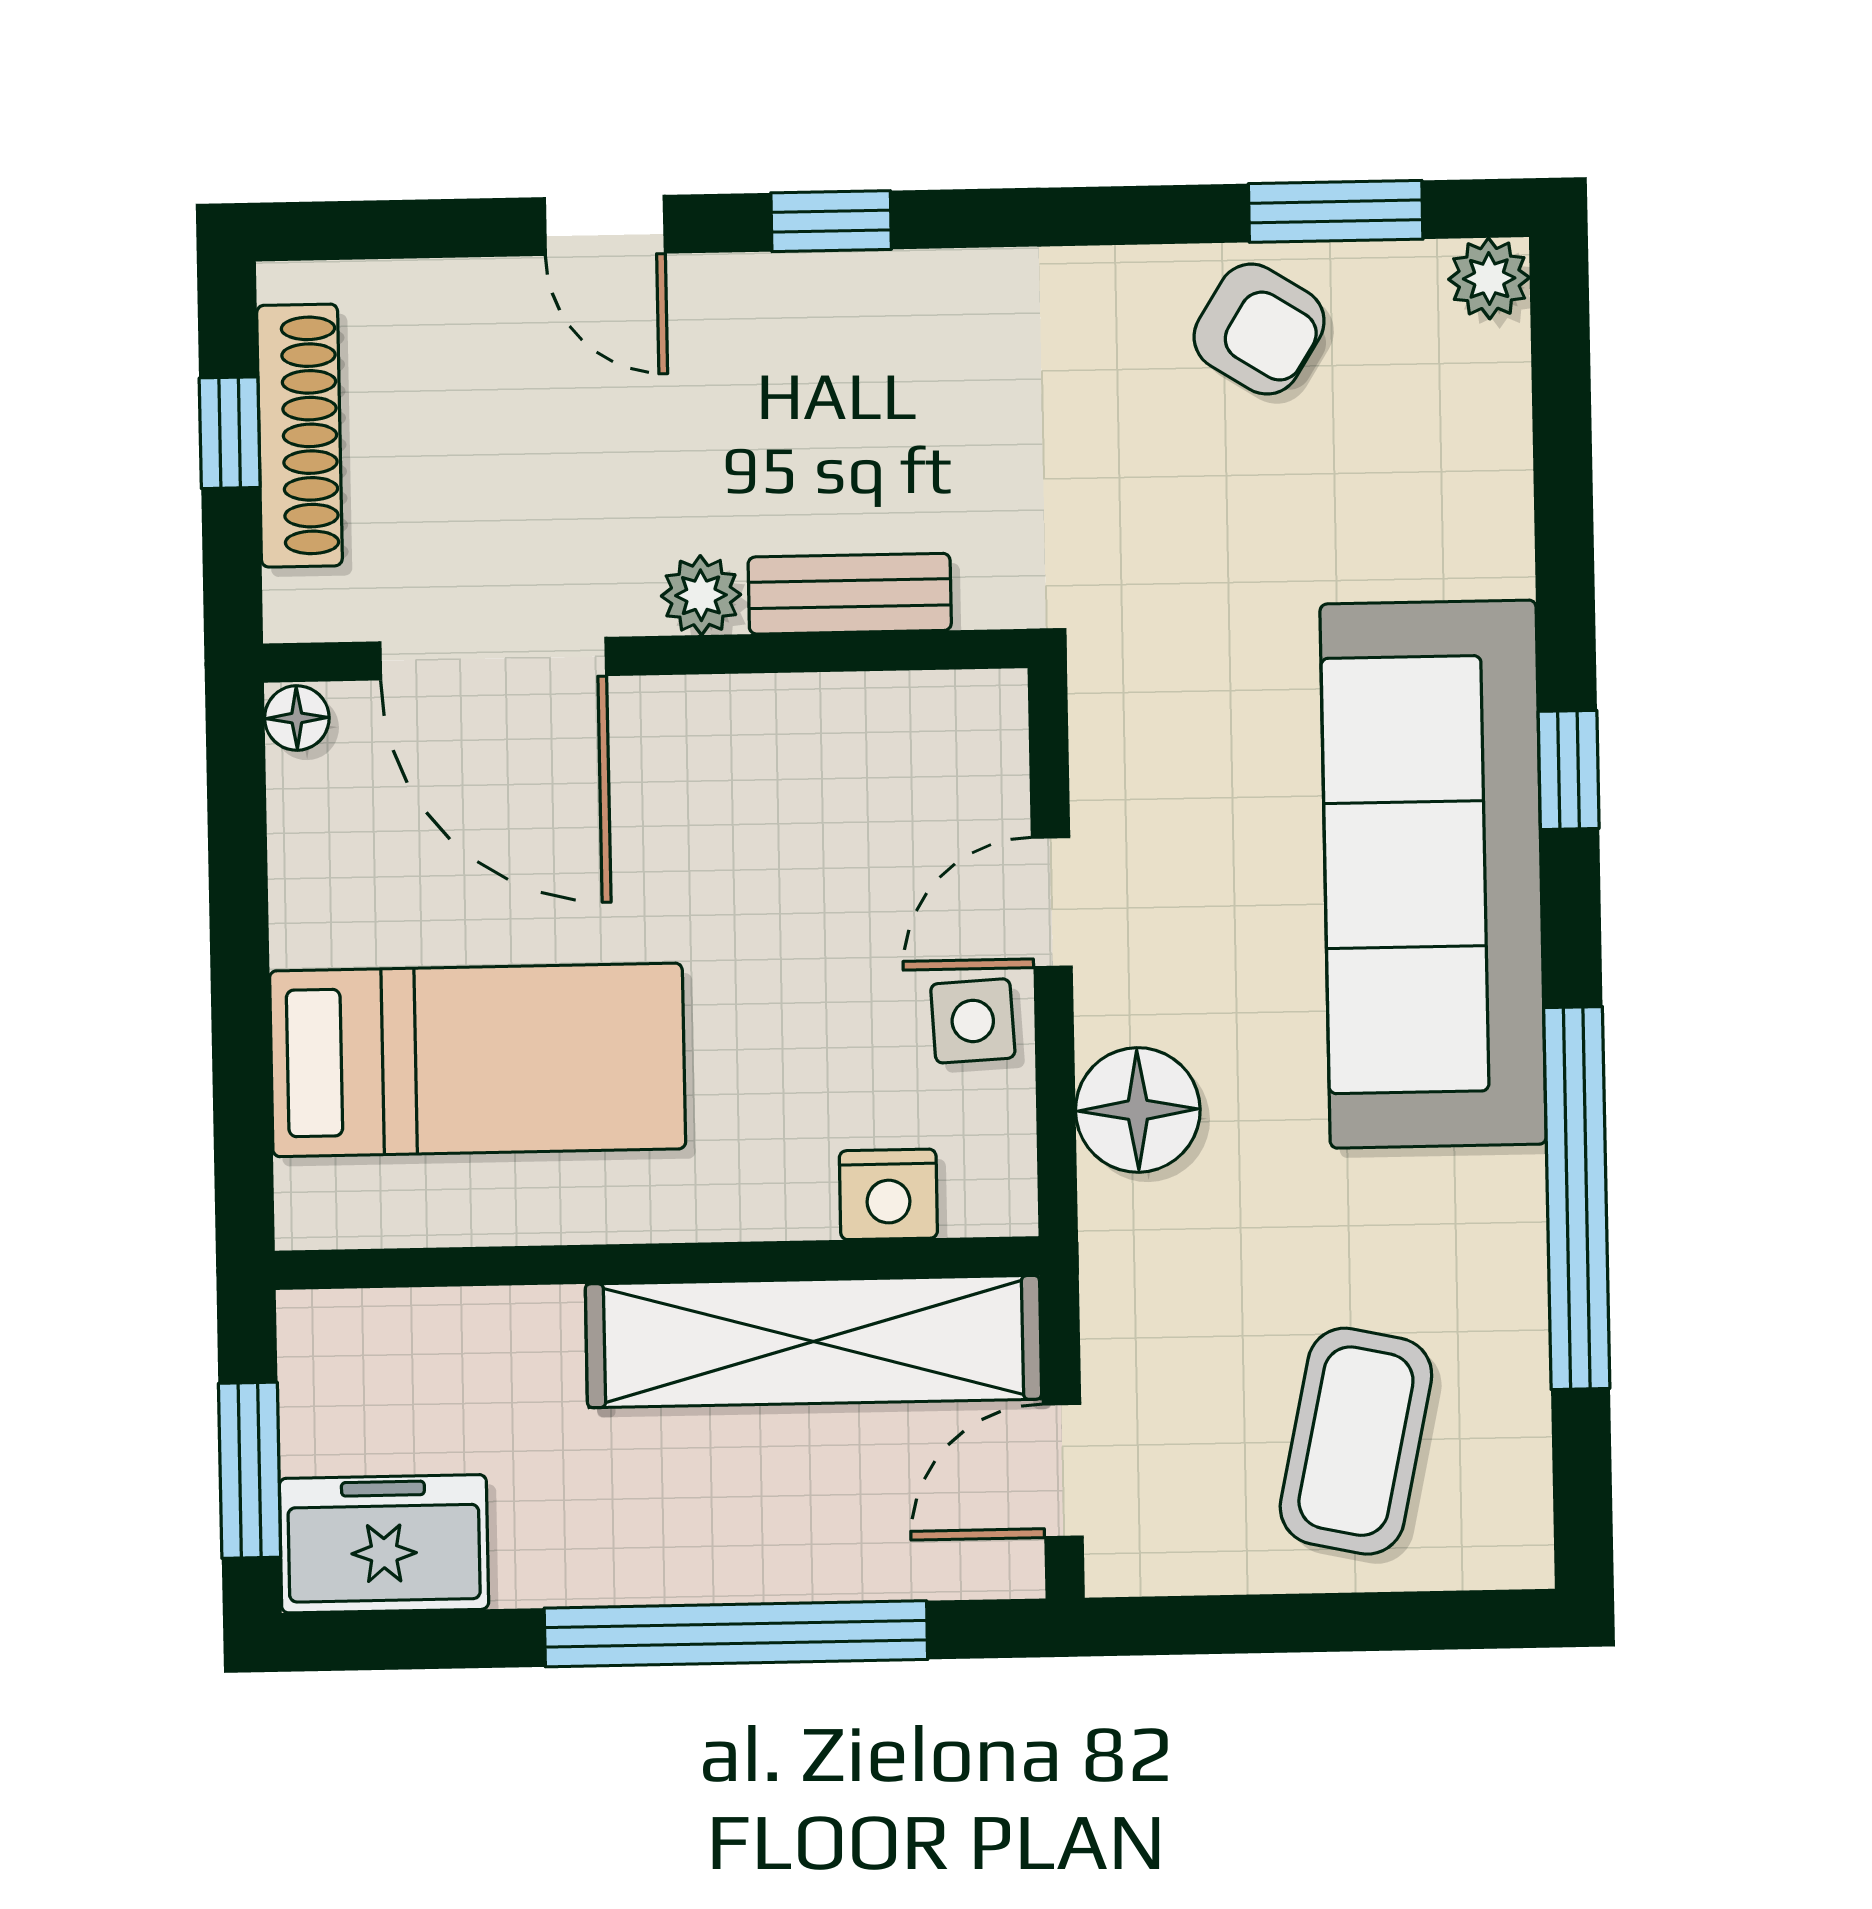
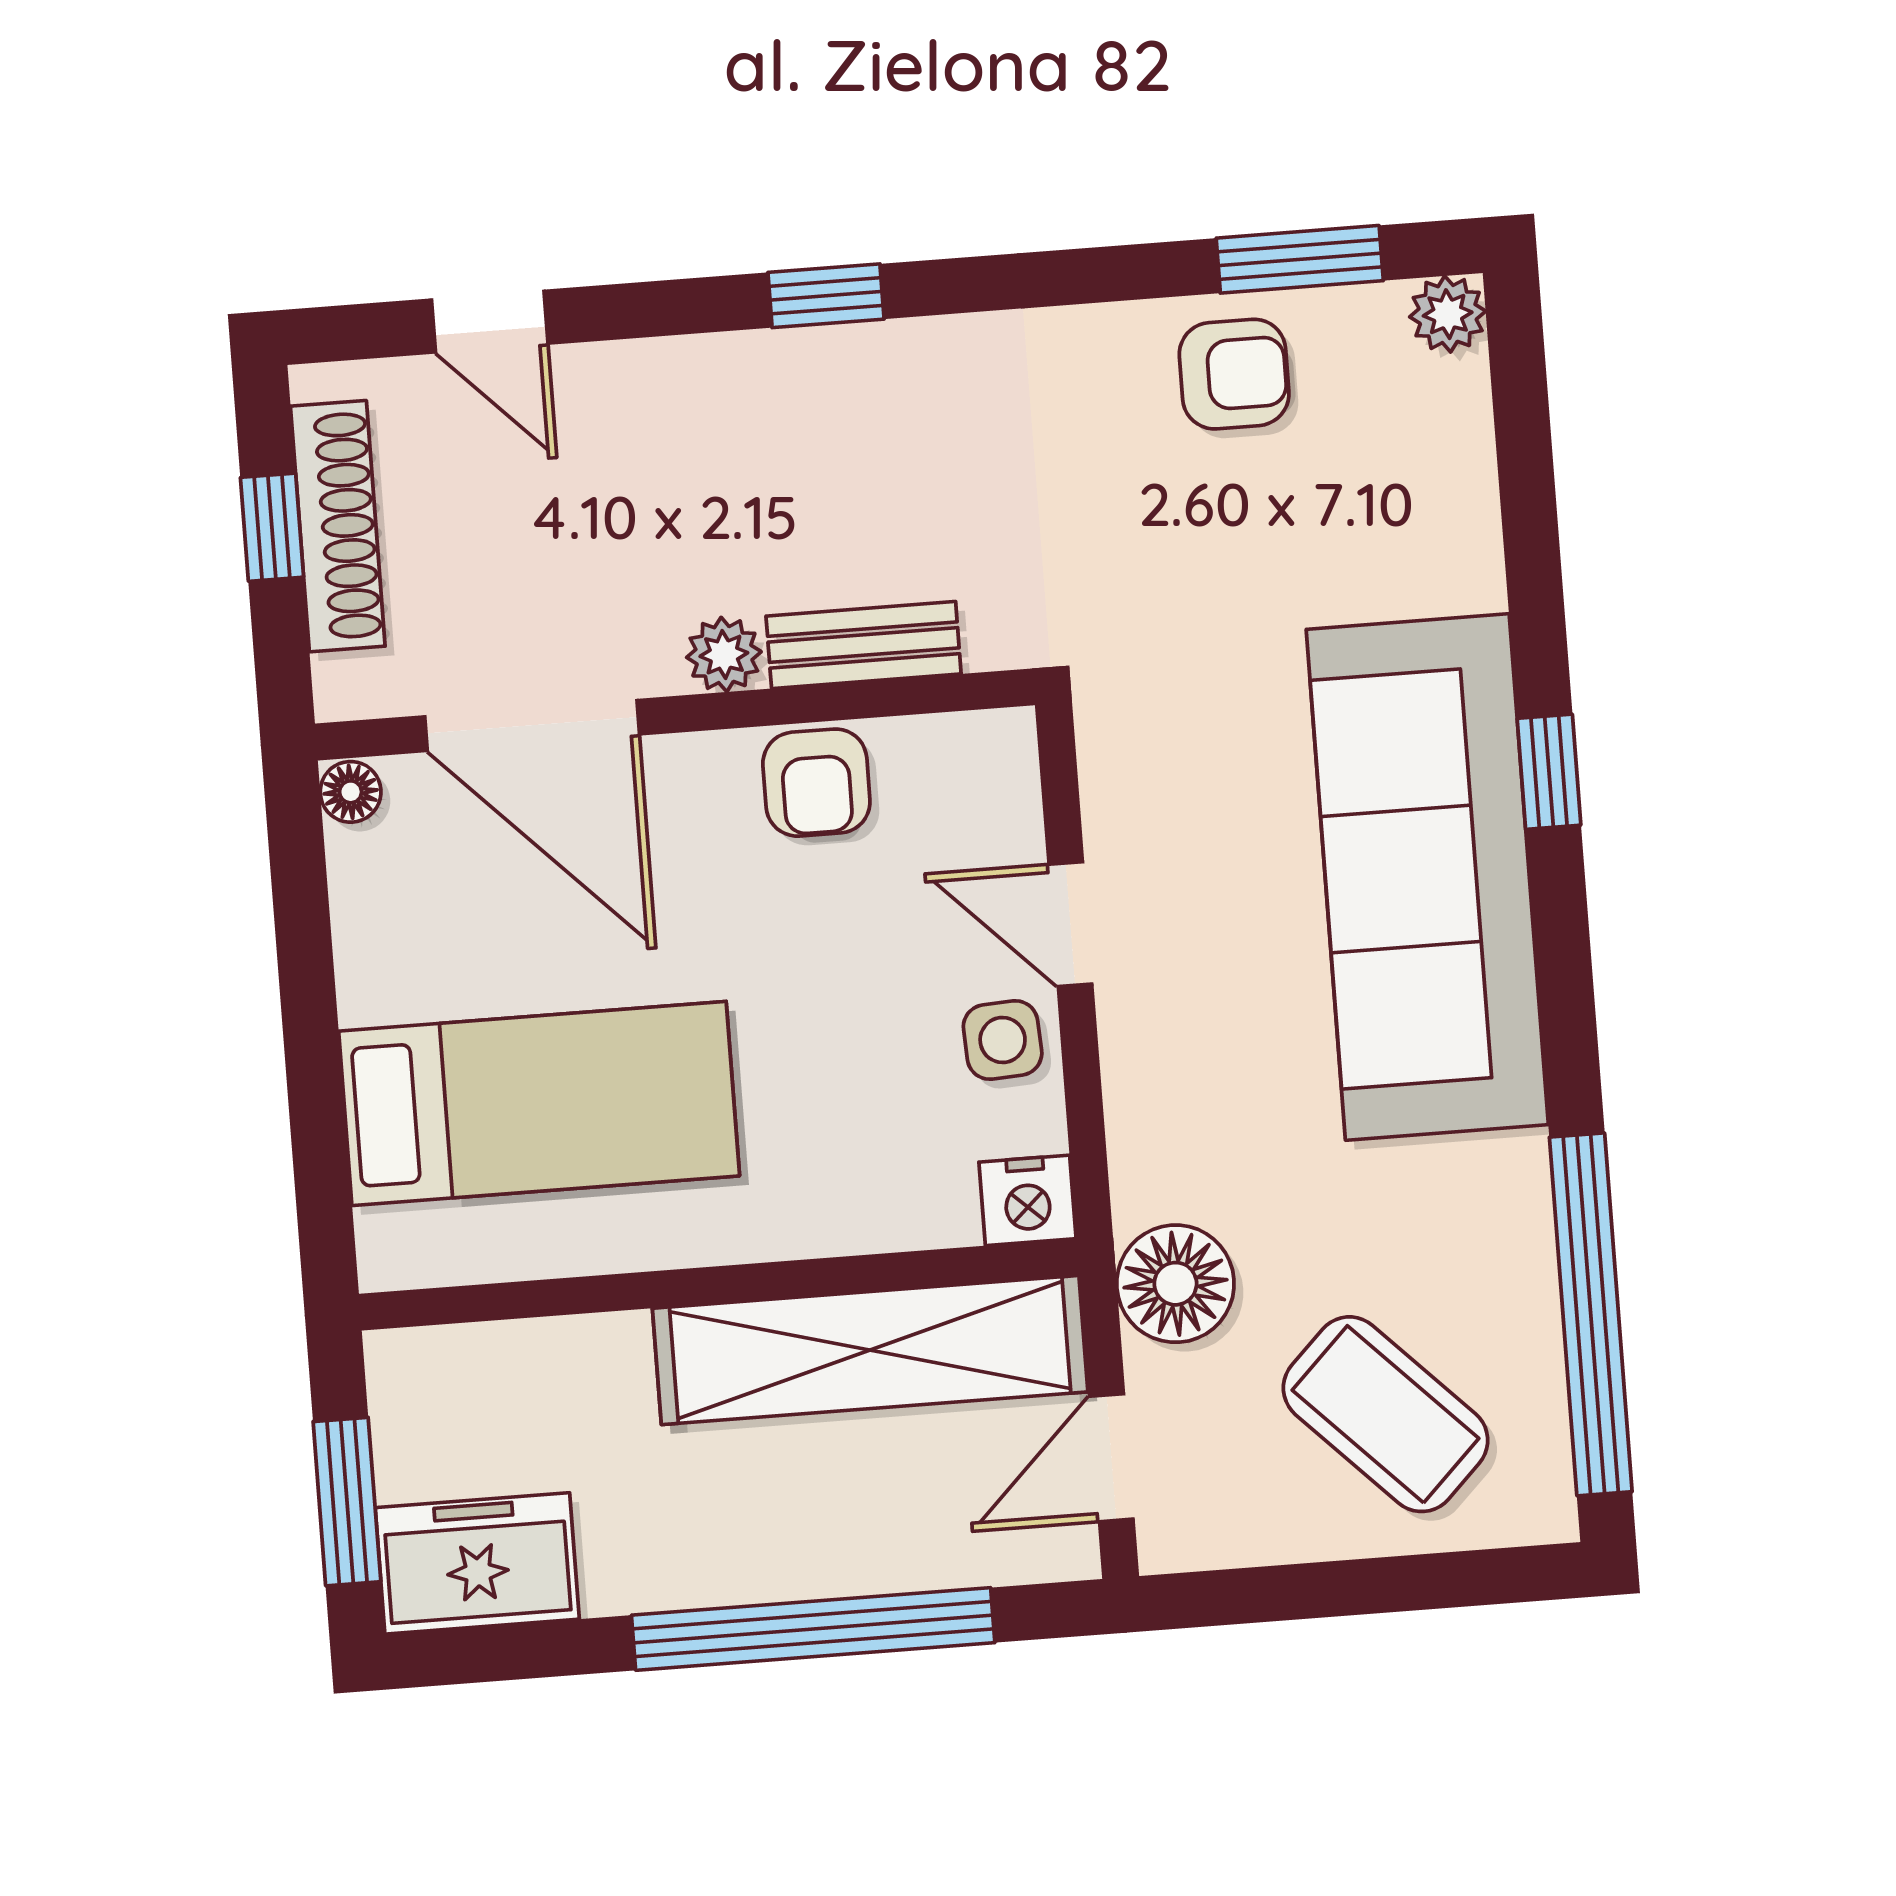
door: (605, 225) -> (490, 322), moved
armchair: (1259, 329) -> (1234, 374), turned -32
armchair: (791, 737) -> (816, 783), added
door: (1052, 902) -> (1070, 924), hinge flipped
floor lamp: (1138, 1110) -> (1175, 1284), moved
nightstand: (888, 1194) -> (1027, 1200), moved
window: (1577, 1198) -> (1591, 1314), moved
coffee table: (1356, 1441) -> (1386, 1414), turned -57

